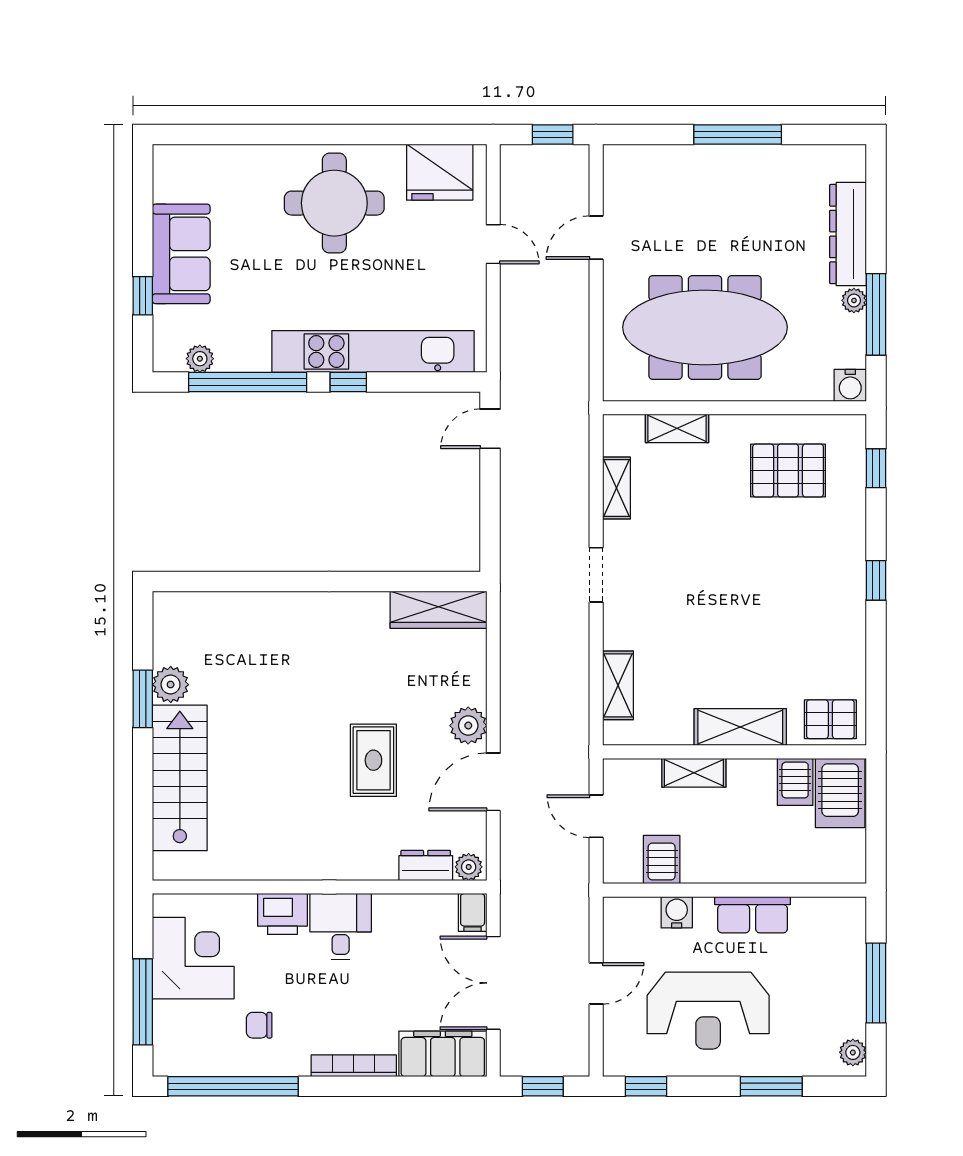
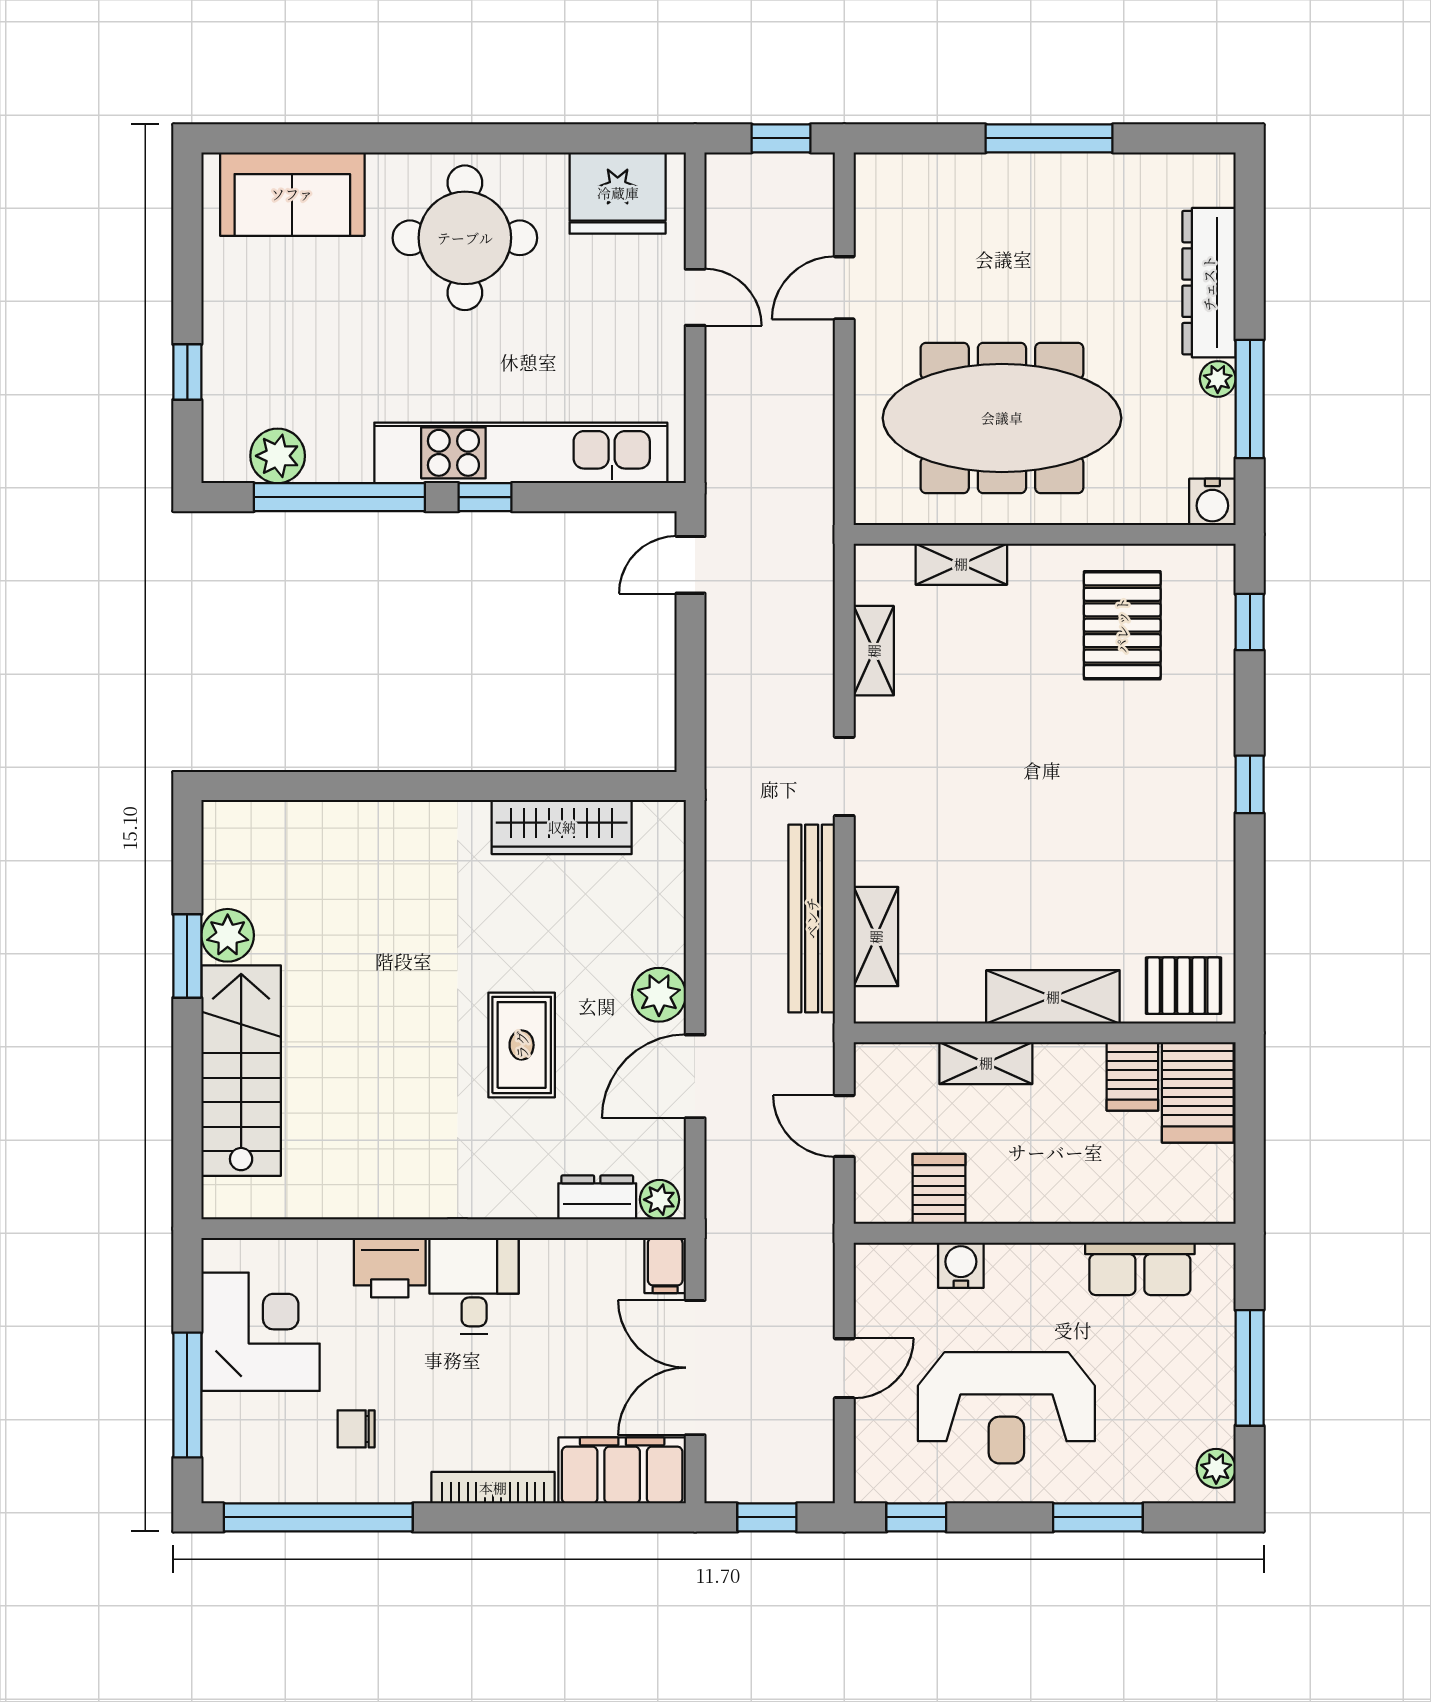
sofa: (181, 254) -> (292, 194), moved, turned 90
plant: (200, 359) -> (278, 456), width x1.38, depth x1.38
pallet: (788, 470) -> (1122, 625), turned 90
wardrobe: (439, 610) -> (562, 827), moved
bench: (574, 673) -> (812, 918), added
row of seats: (753, 915) -> (1140, 1269), moved

